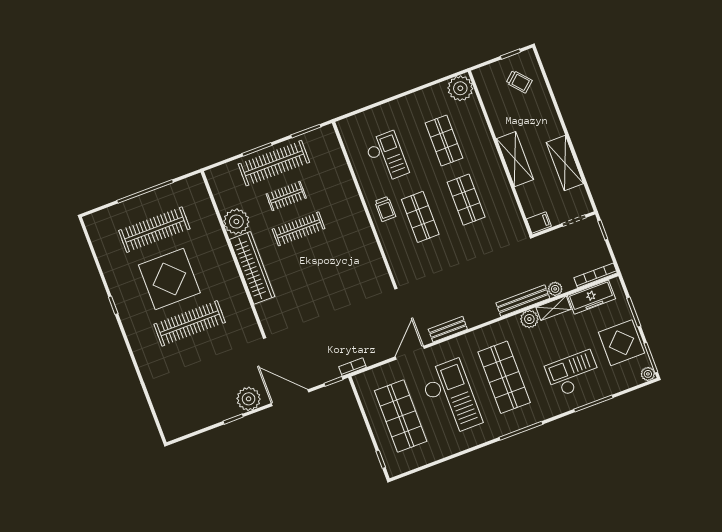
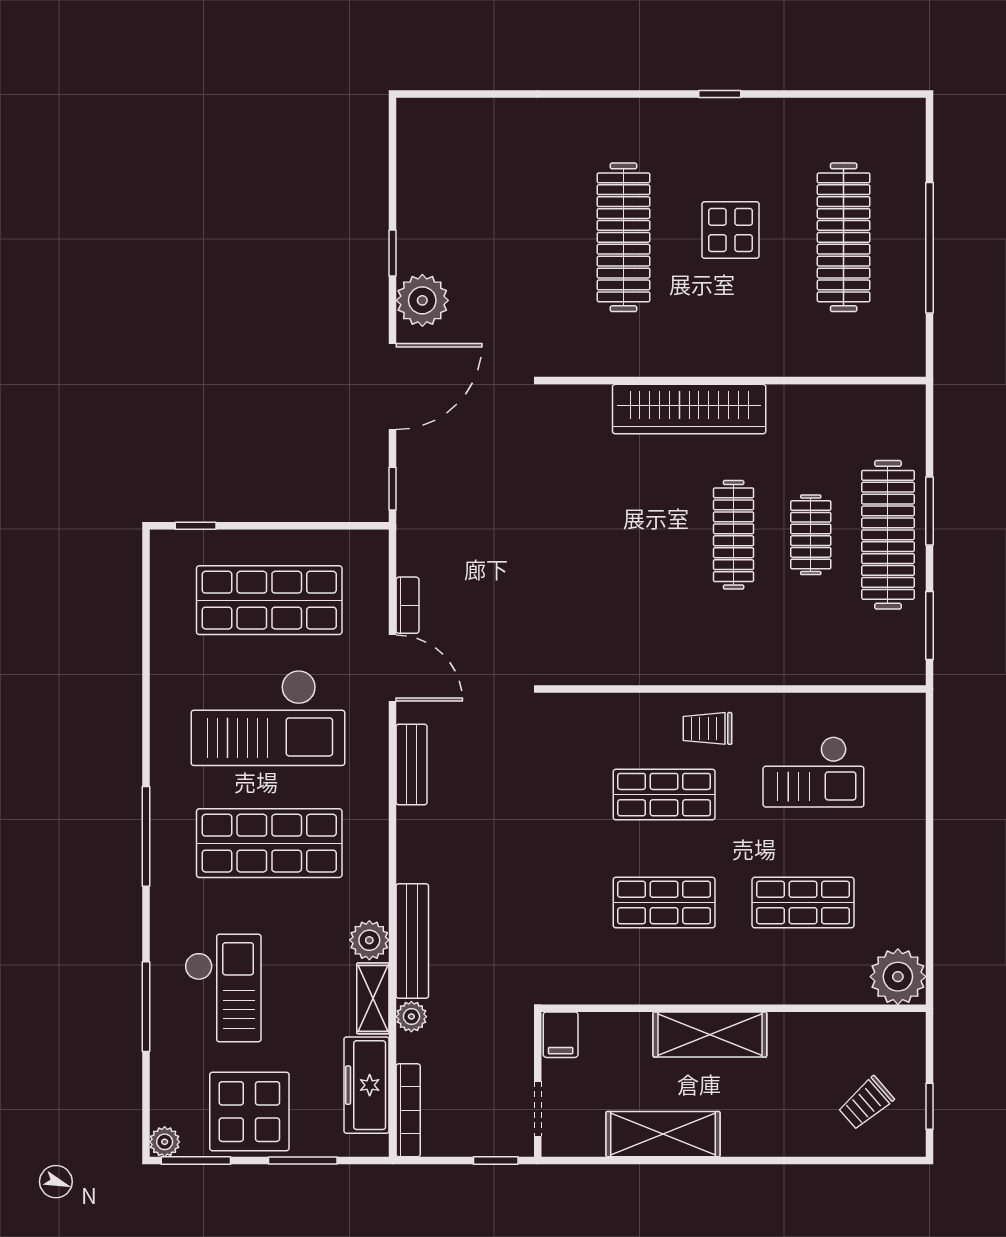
plant: (236, 222) -> (797, 412), removed
display table: (169, 279) -> (730, 230), width x0.54, depth x0.54
bookcase: (353, 367) -> (407, 605), moved

